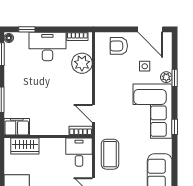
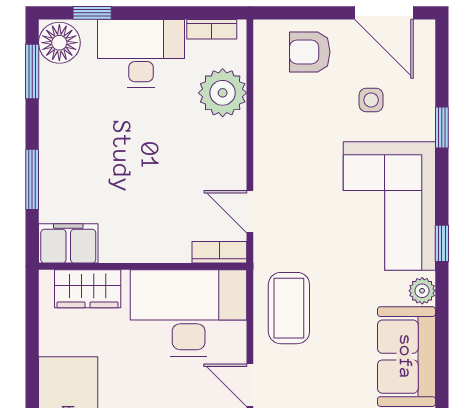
floor lamp: (9, 38) -> (59, 43), width x1.89, depth x1.89
plant: (166, 77) -> (422, 291), moved
desk: (79, 152) -> (189, 313), width x1.87, depth x1.30

